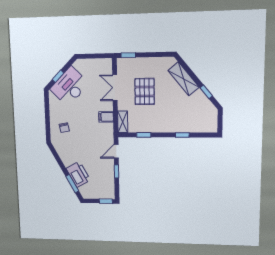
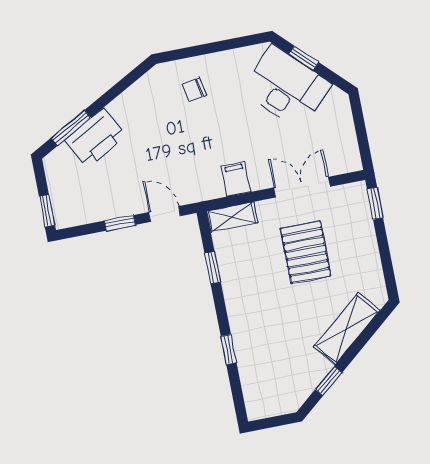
pallet: (145, 92) -> (306, 252), turned 90

